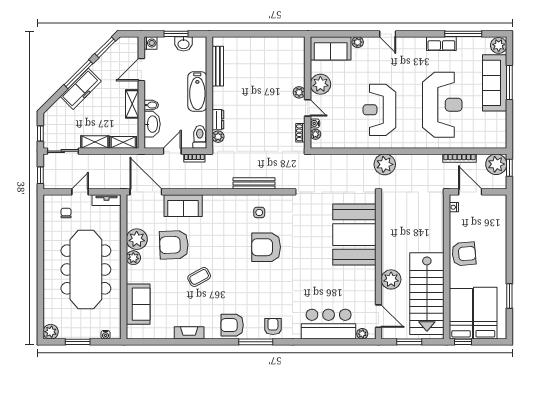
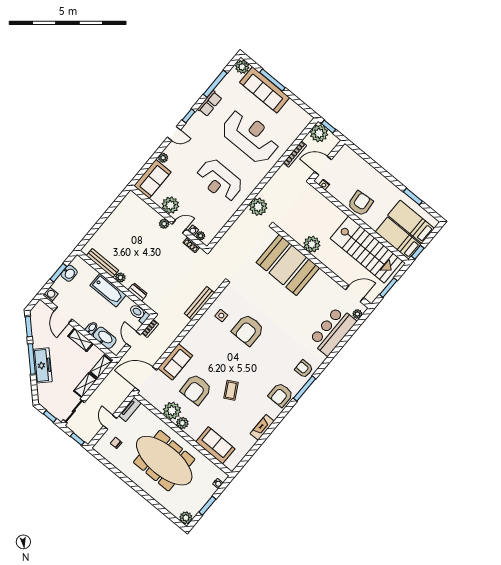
window: (414, 34) -> (189, 116), added
plant: (218, 137) -> (120, 277), moved
plant: (391, 279) -> (312, 244), moved

